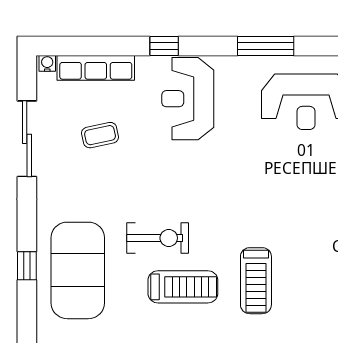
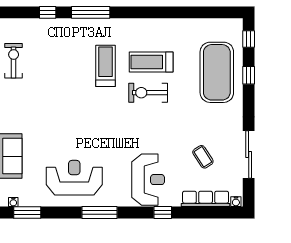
coffee table: (100, 135) -> (203, 157), turned 69
exercise bike: (158, 238) -> (148, 93), moved
window: (27, 324) -> (249, 39), added

